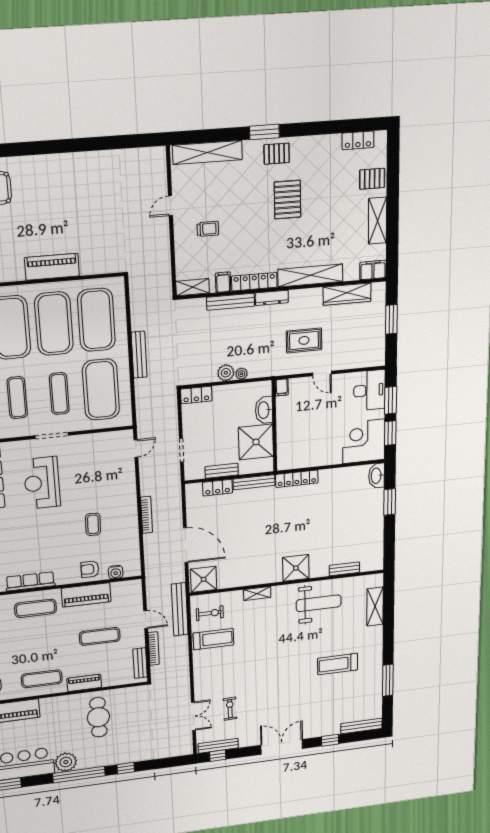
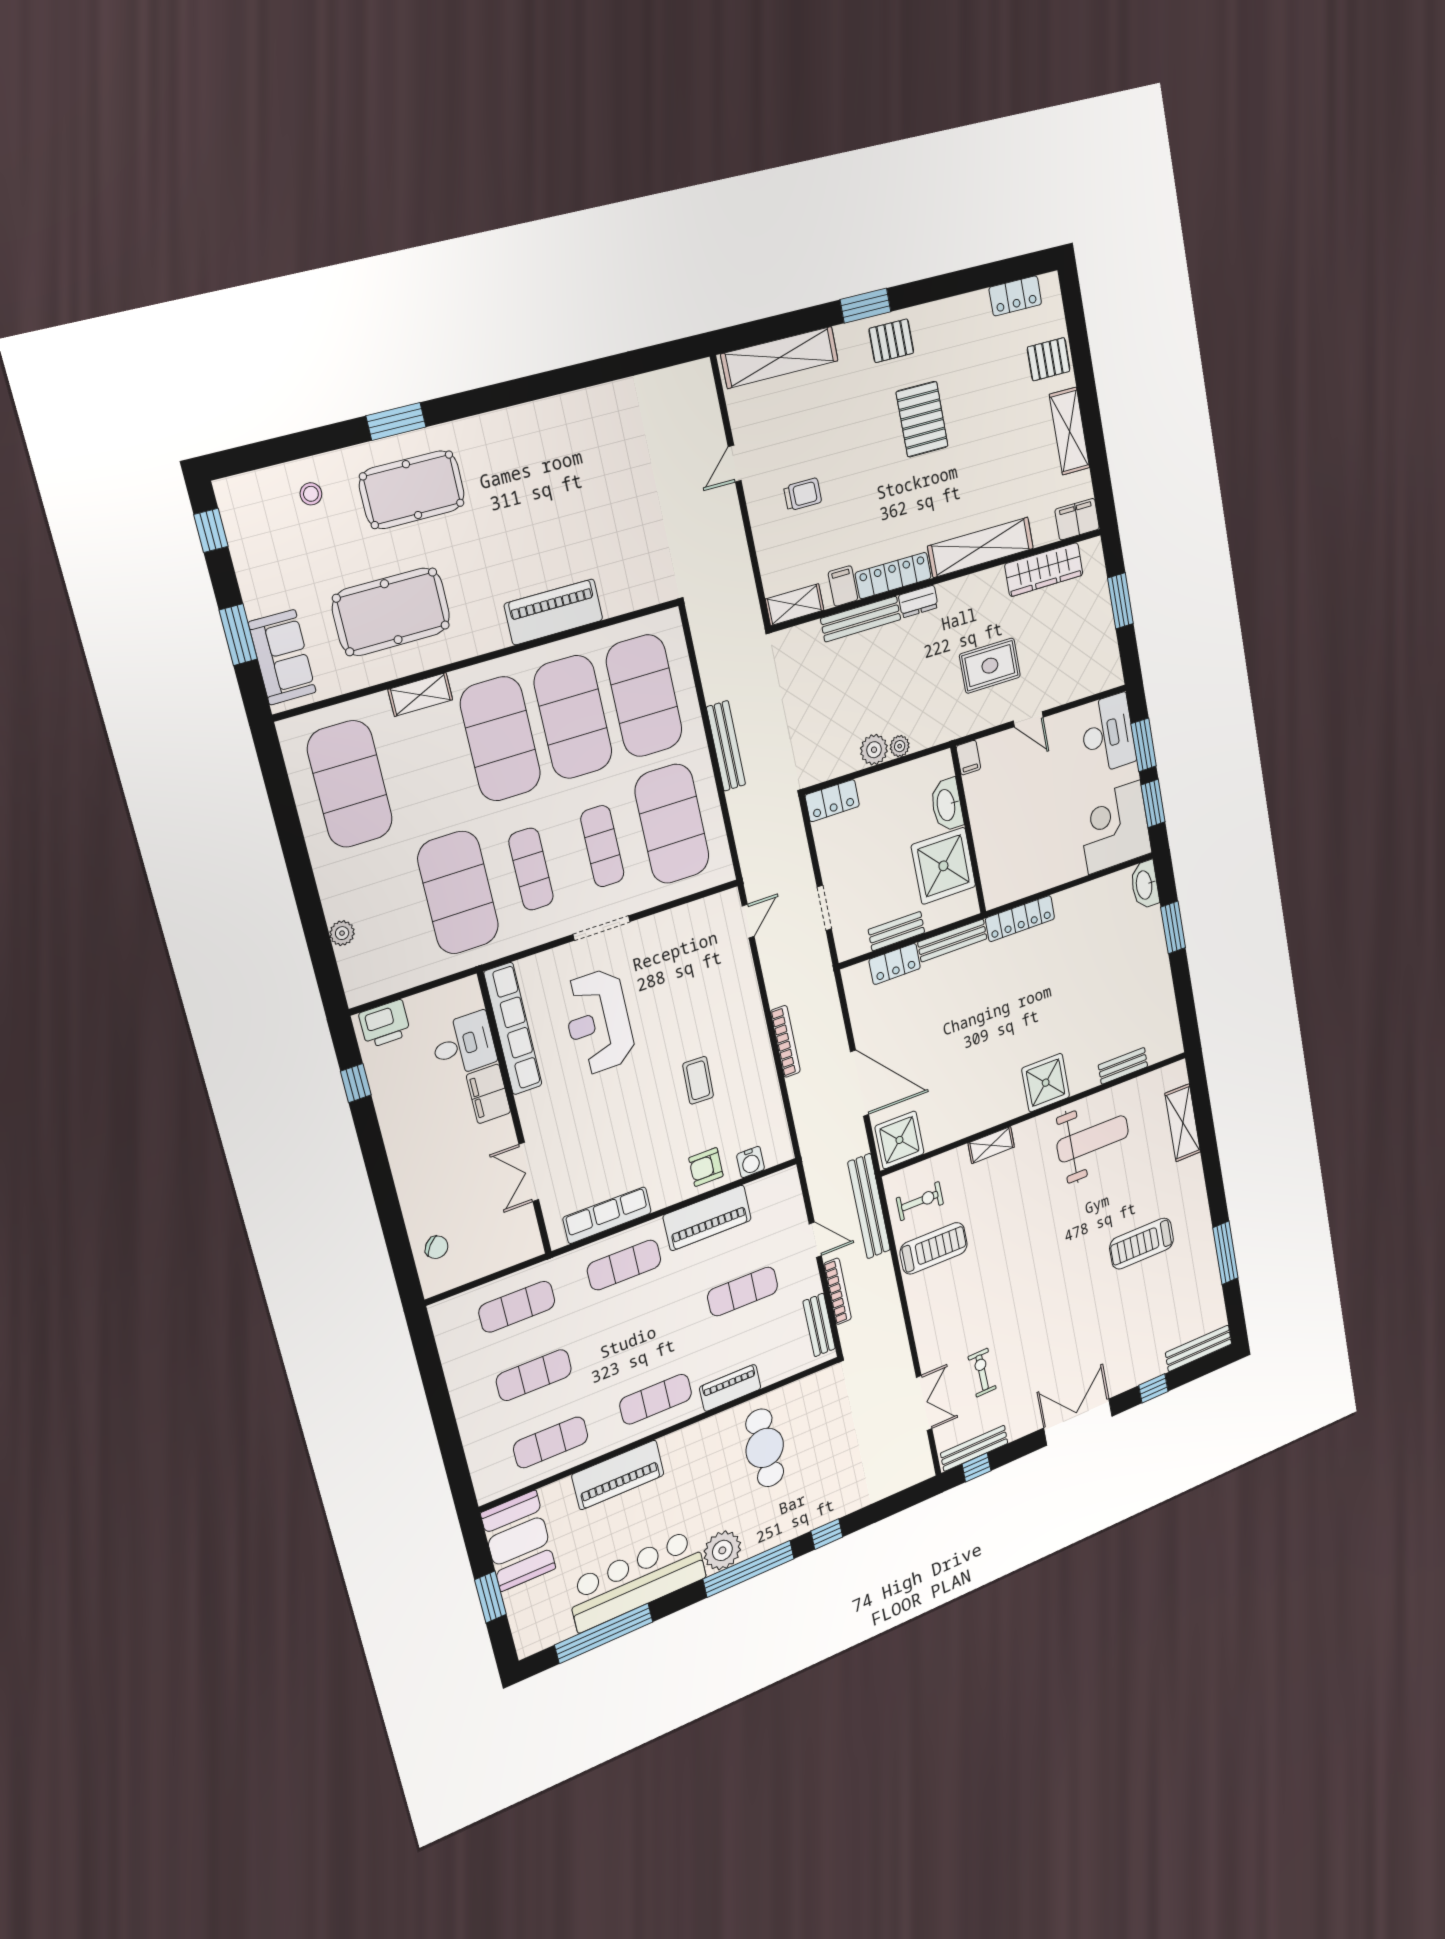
dresser: (272, 298) -> (918, 601), width x0.70

